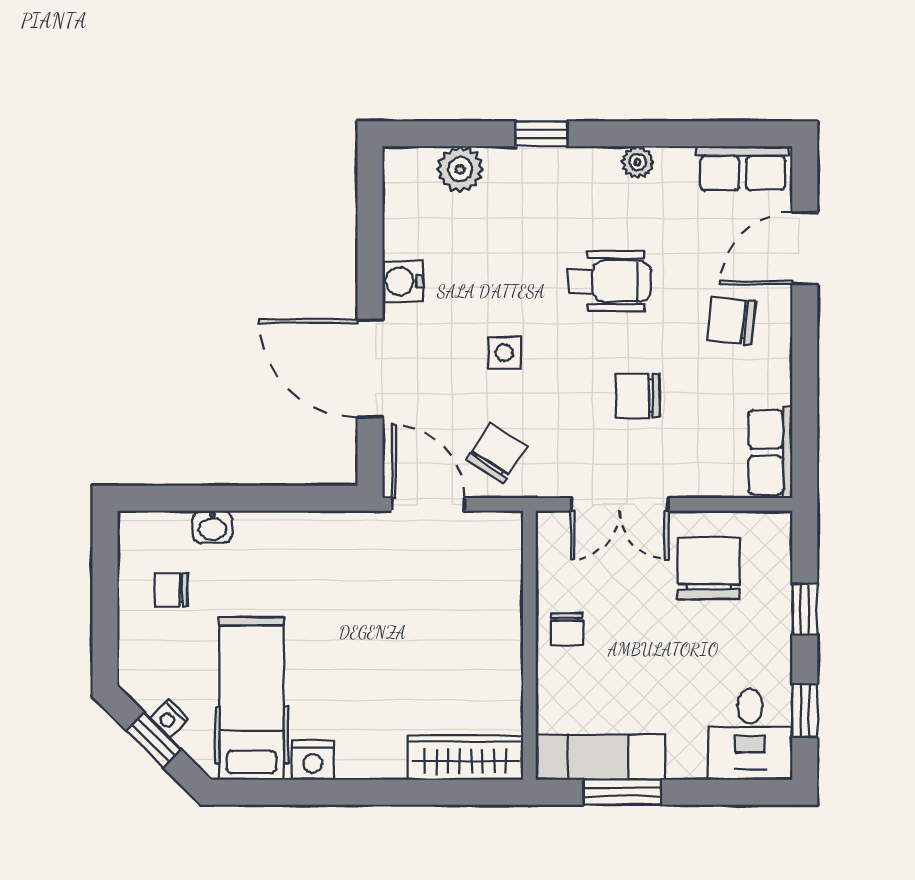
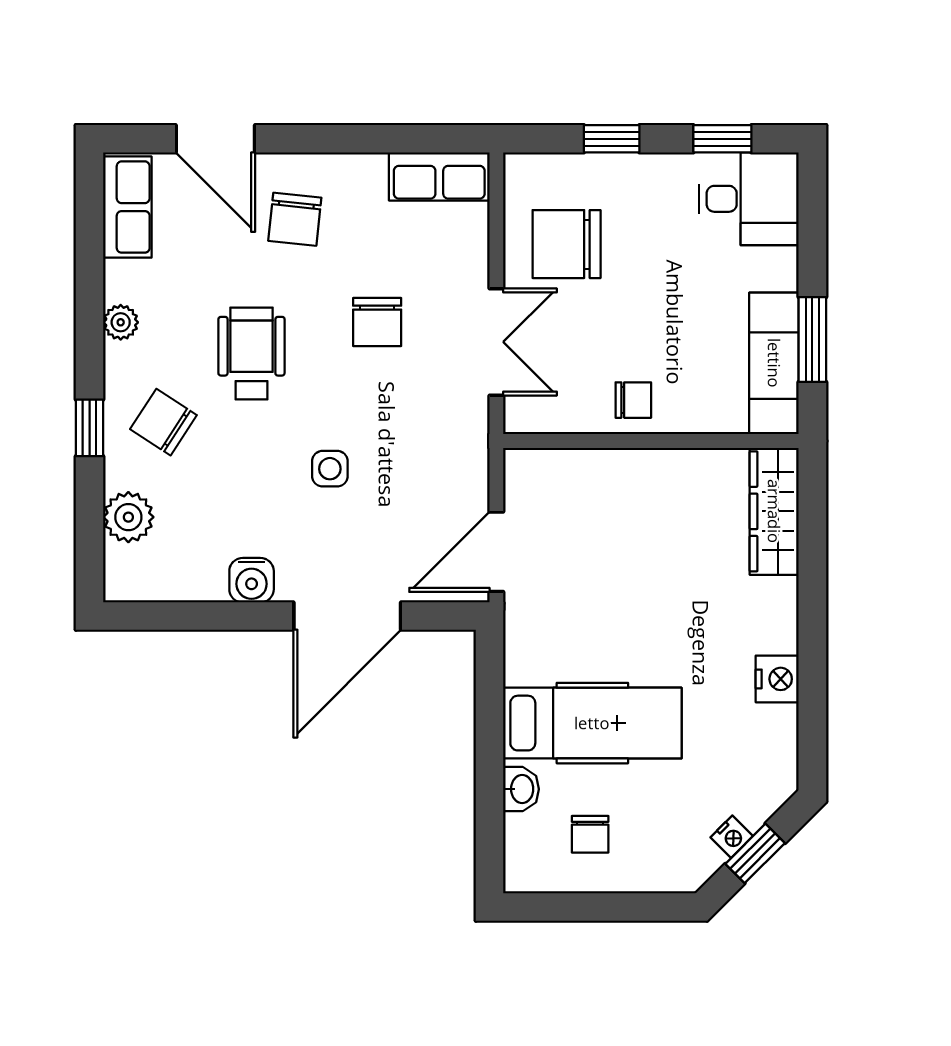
chair: (497, 453) -> (163, 422), moved
hospital bed: (251, 699) -> (592, 723), moved, turned 180

